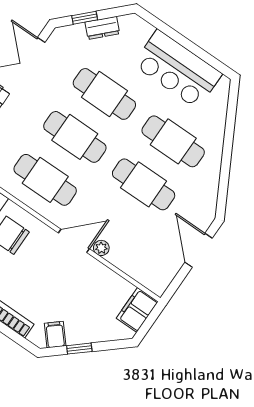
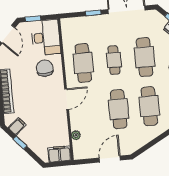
cafe table: (75, 137) -> (114, 60), width x0.73, depth x0.74
door: (74, 241) -> (67, 99), hinge flipped
plant: (101, 248) -> (76, 135), moved

